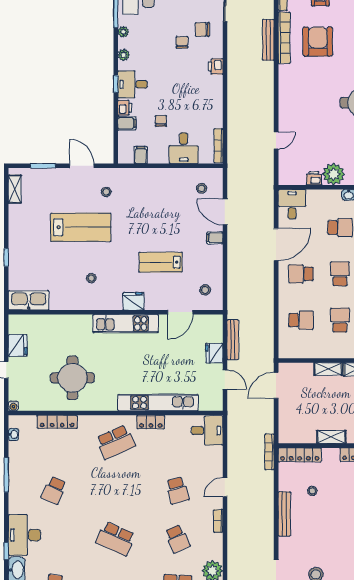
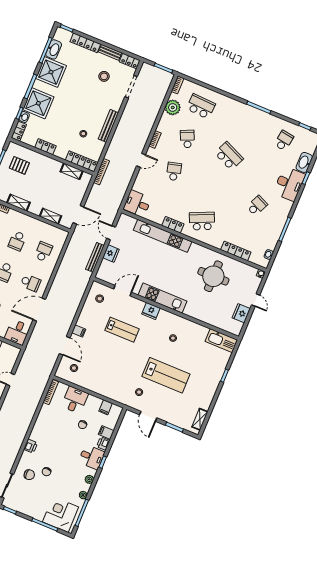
lab bench: (81, 227) -> (166, 375), turned 180
school desk: (301, 320) -> (43, 252), turned 90
shelving: (328, 369) -> (50, 216), moved
shelving: (331, 437) -> (72, 171), moved

